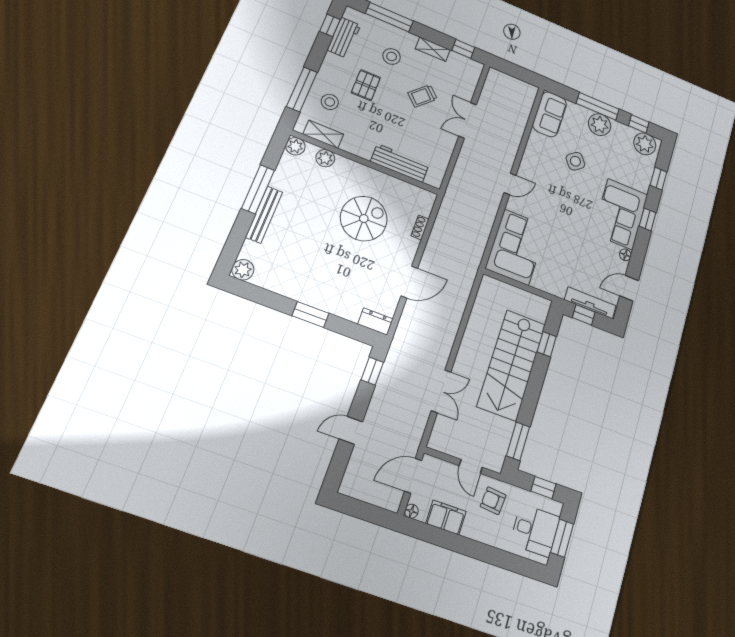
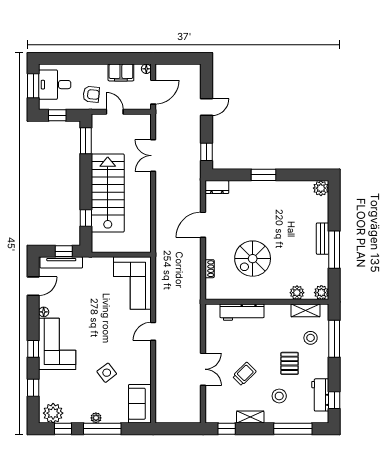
plant: (600, 125) -> (96, 418), width x0.53, depth x0.53
bench: (264, 215) -> (323, 239), width x0.73

